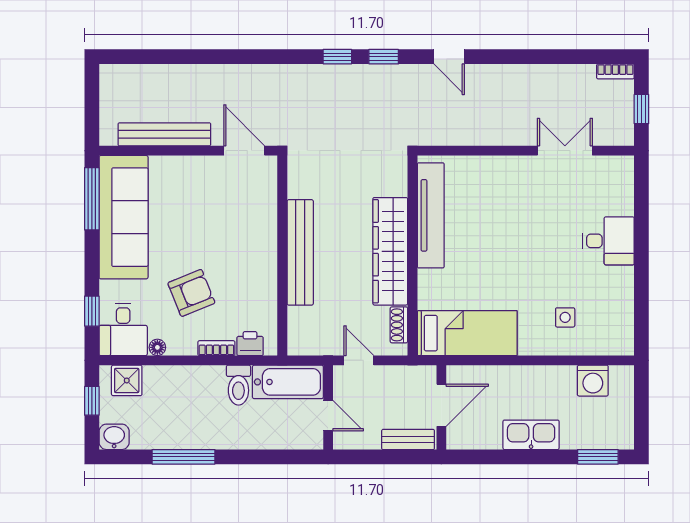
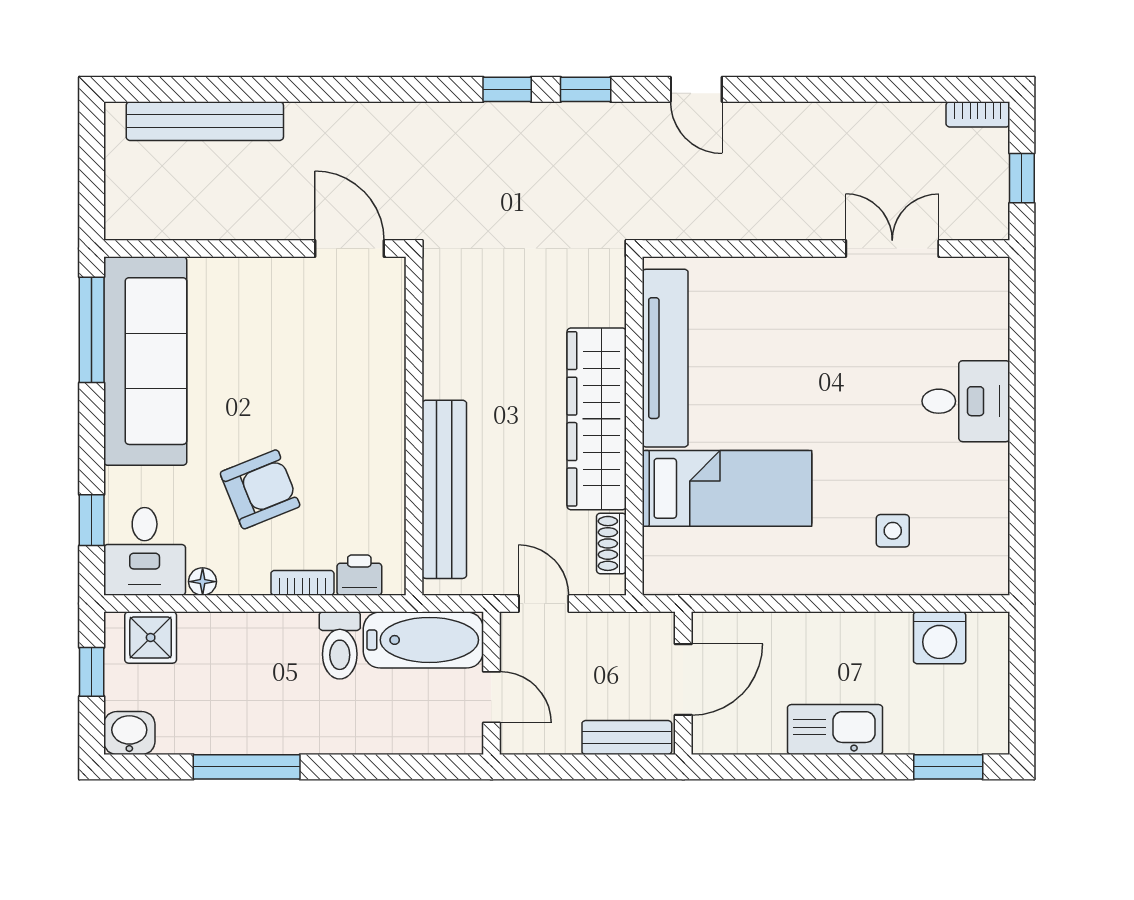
bench: (164, 134) -> (205, 121), moved
bench: (300, 252) -> (444, 489), moved
bed: (467, 333) -> (727, 488), moved

